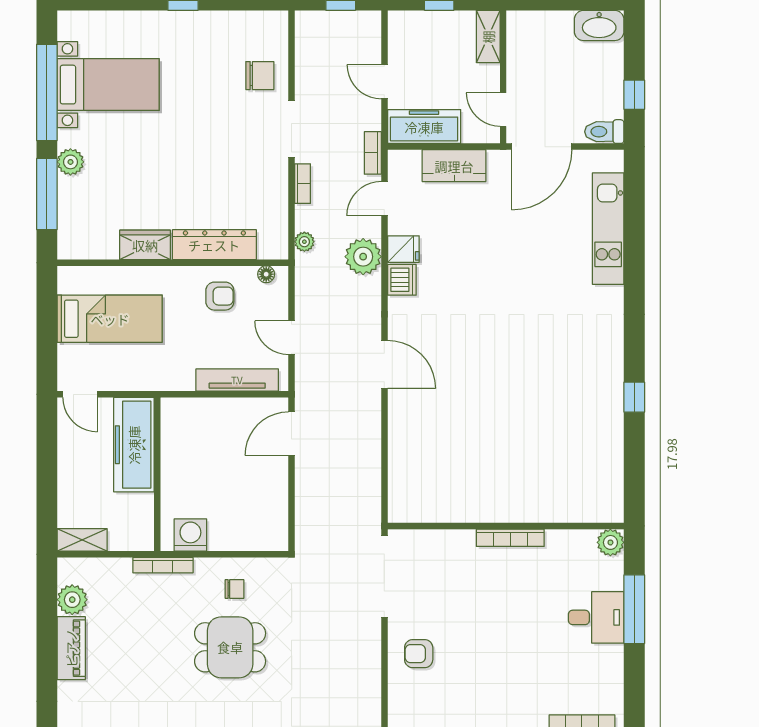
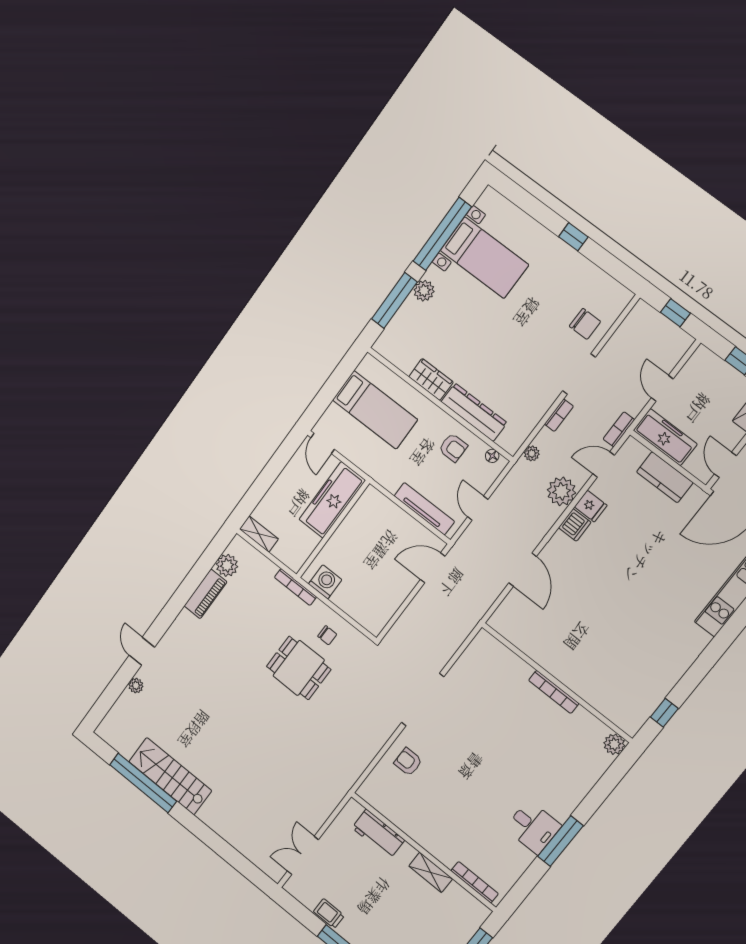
wall: (506, 526) -> (557, 682), moved
bookcase: (510, 538) -> (554, 692), moved
plant: (610, 542) -> (614, 744), moved

